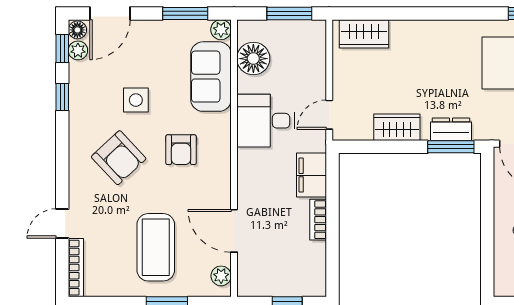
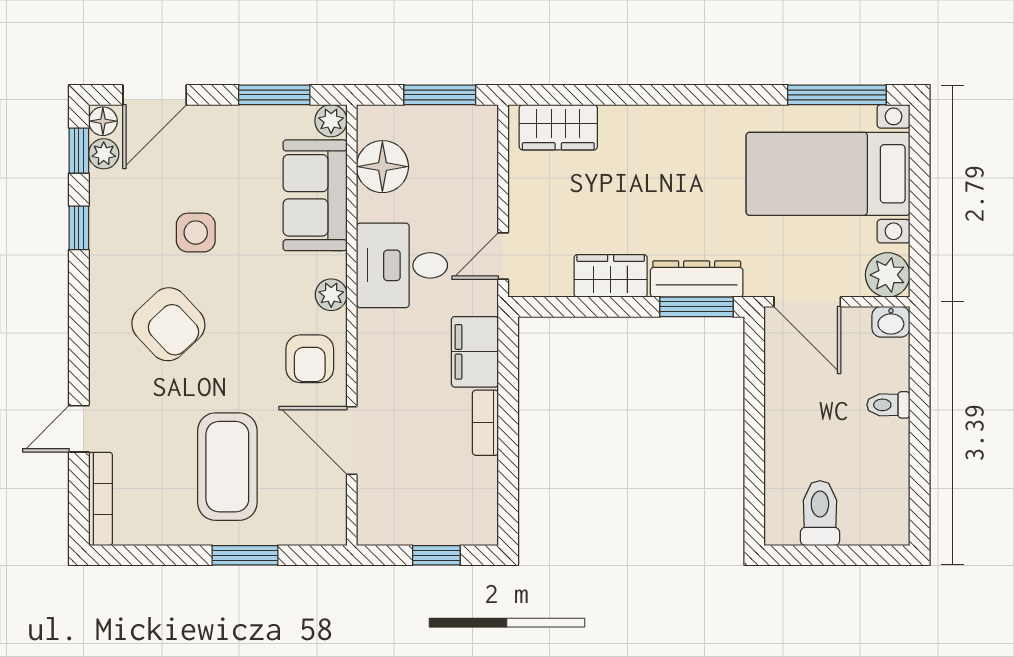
dresser: (451, 129) -> (697, 279), width x1.44
armchair: (181, 150) -> (310, 359), moved
plant: (221, 276) -> (331, 295), moved

